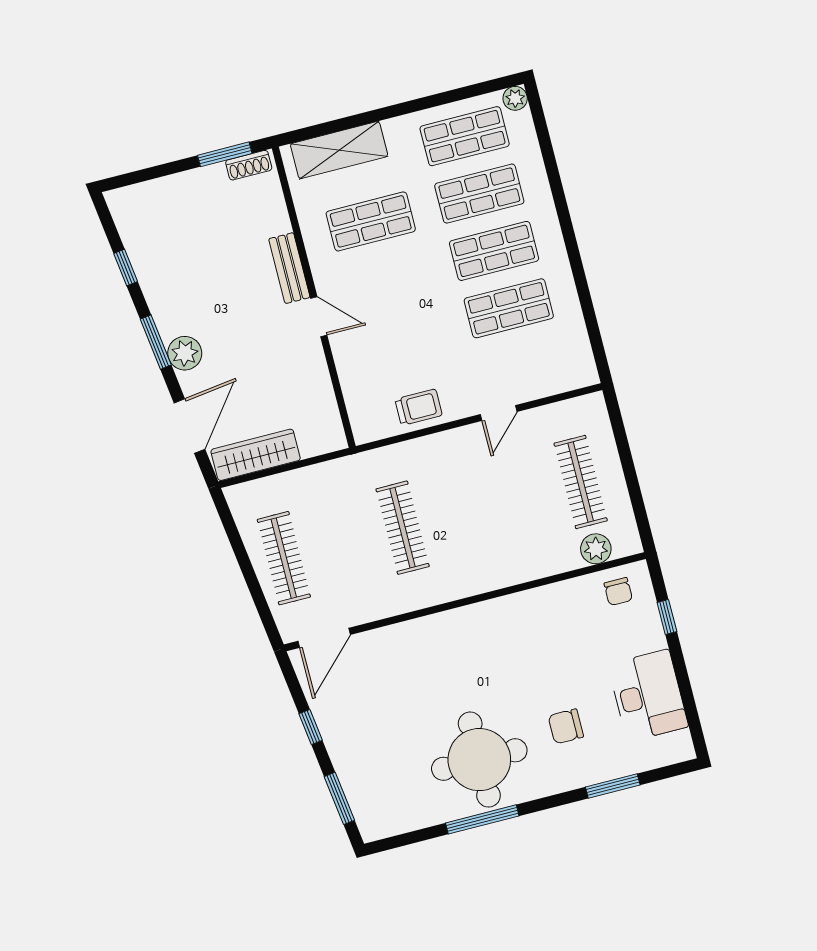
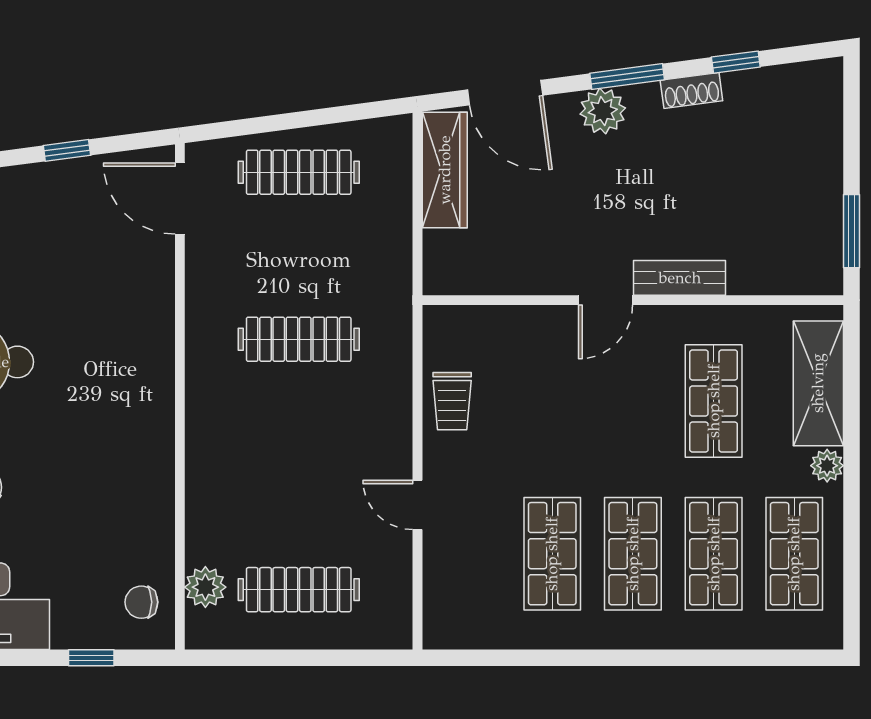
plant: (515, 98) -> (827, 466), moved
shoe rack: (249, 165) -> (691, 91), moved, turned -98

